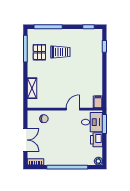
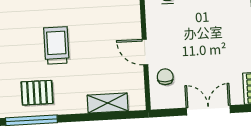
trolley: (60, 52) -> (56, 45), moved
door: (73, 109) -> (145, 52), moved

